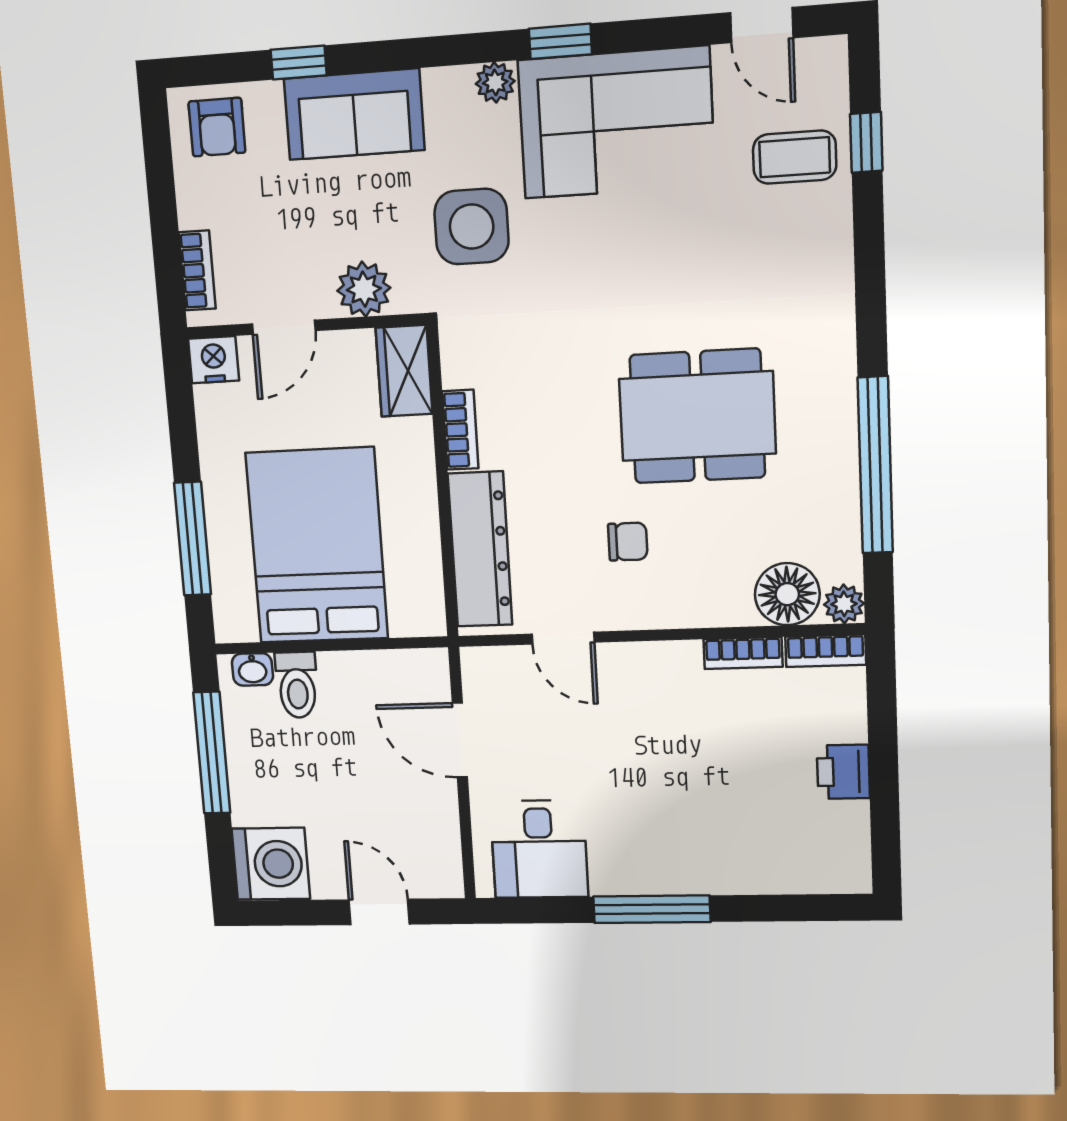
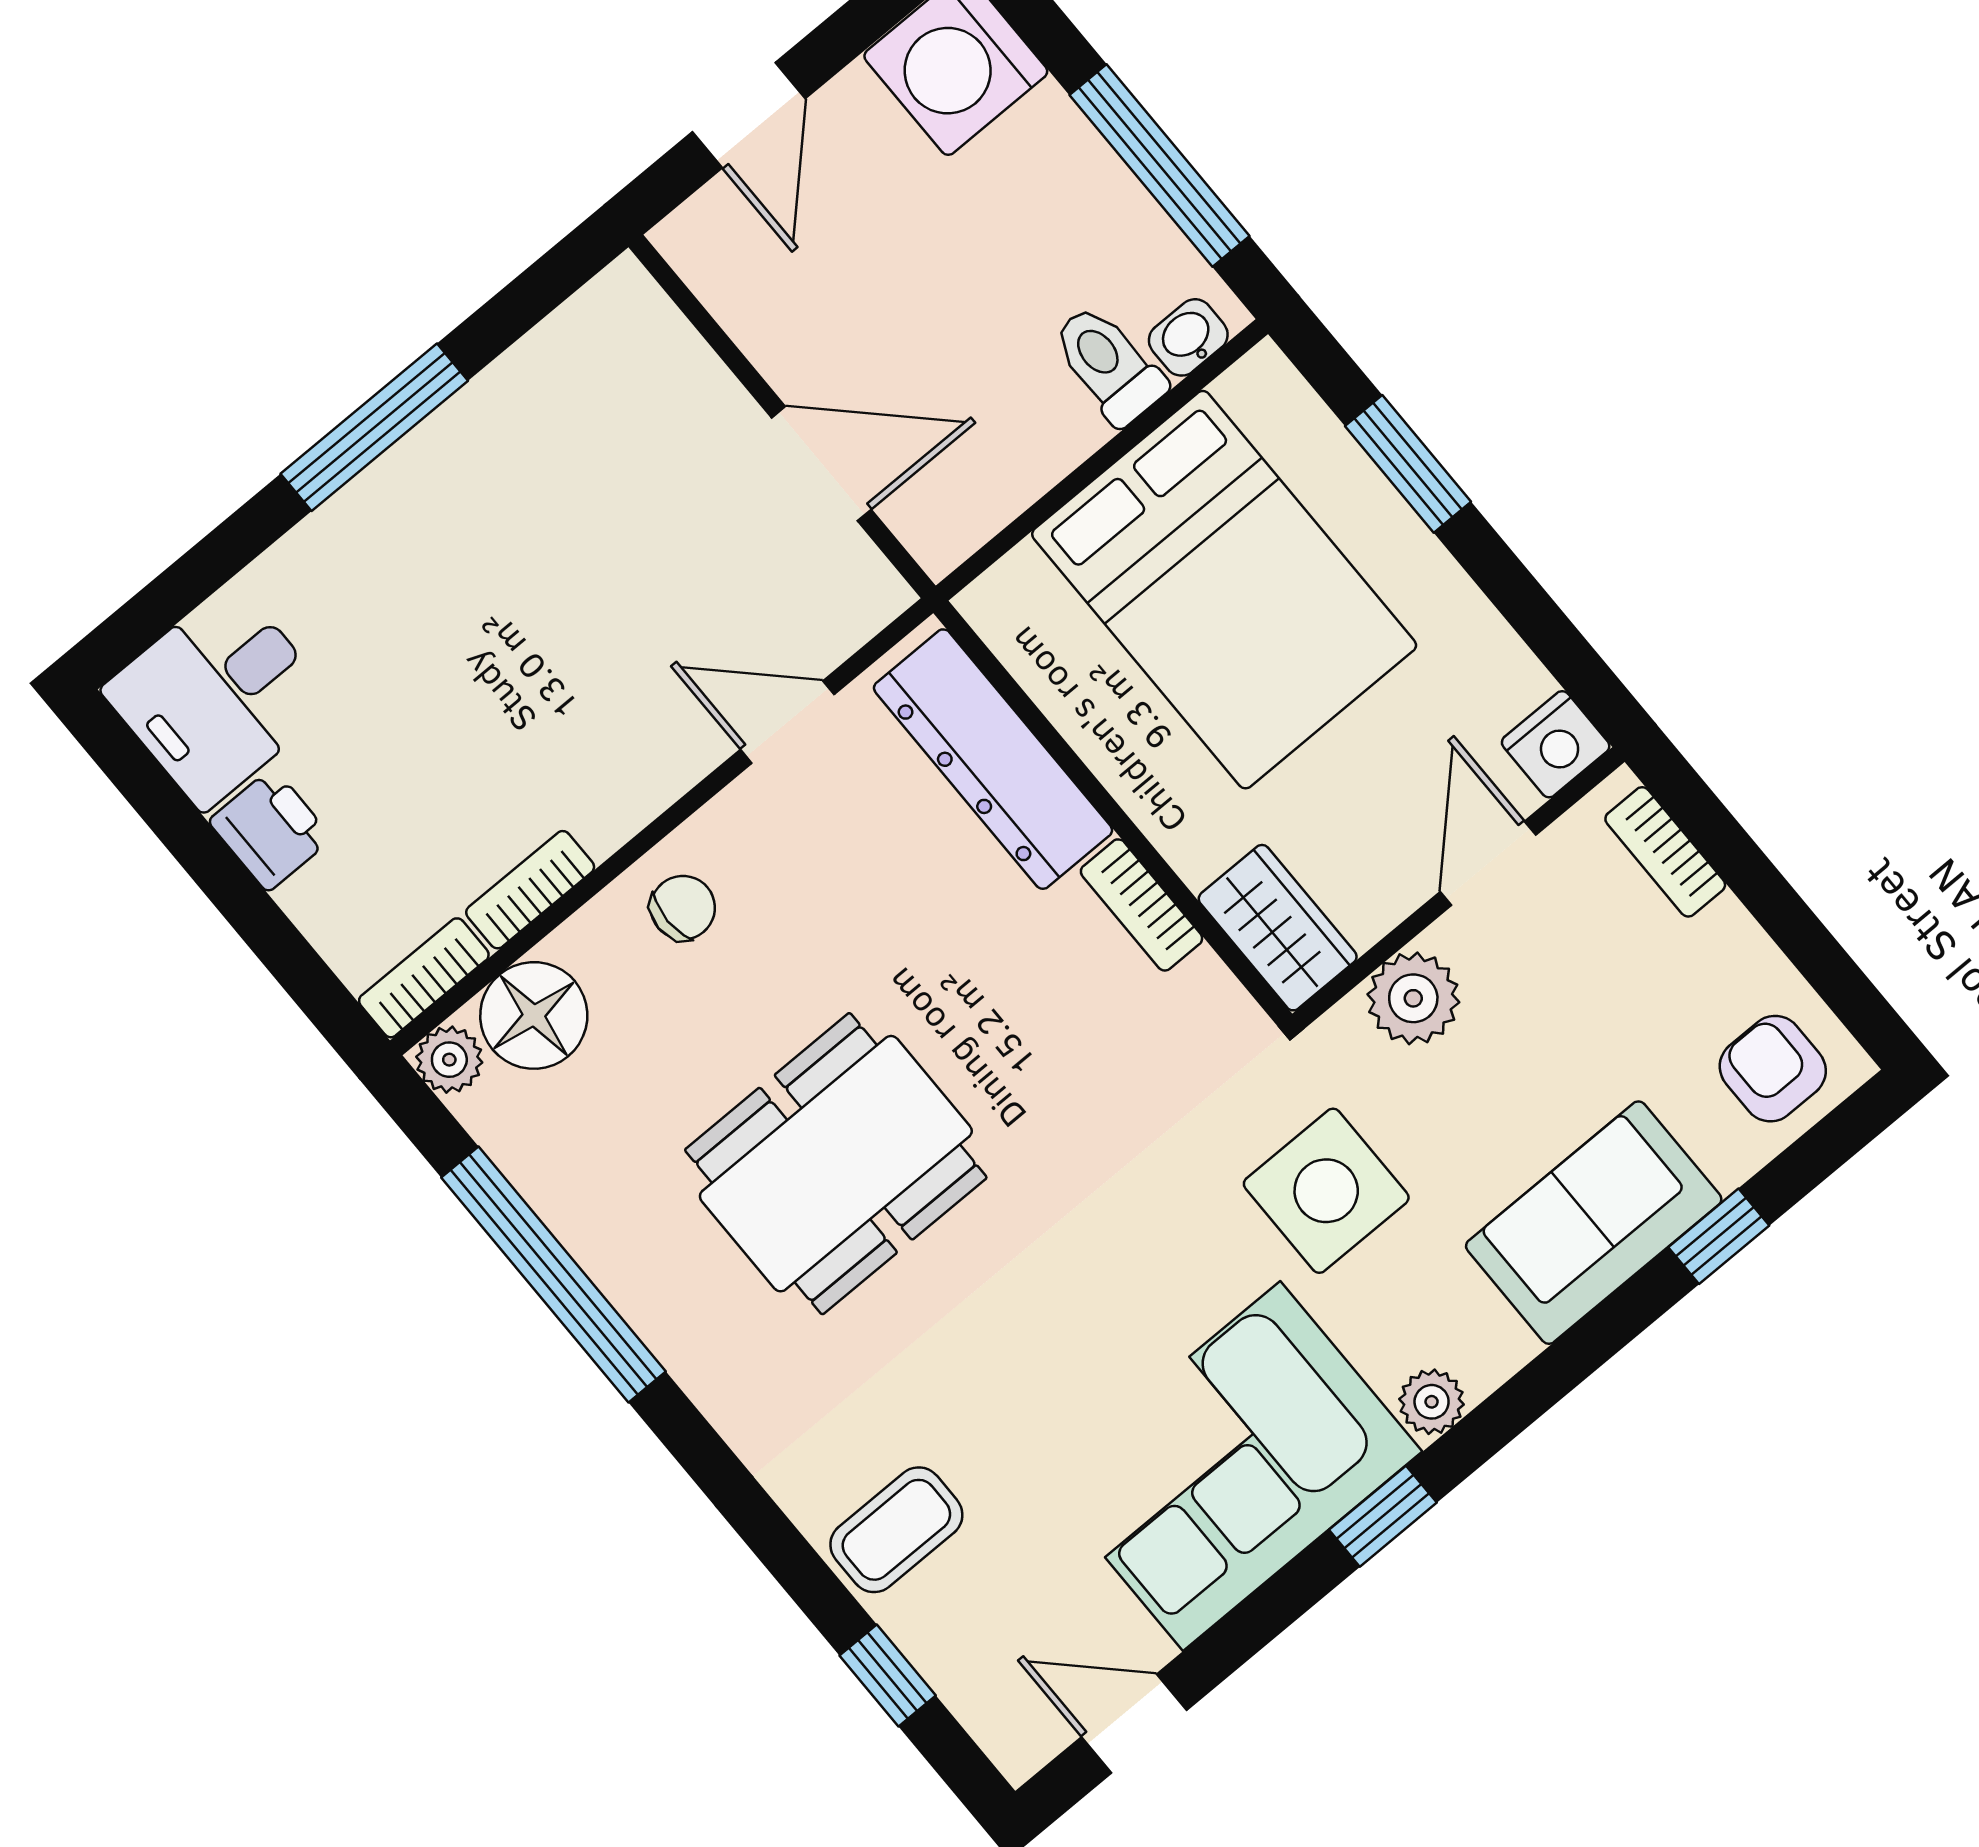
coffee table: (795, 157) -> (896, 1530), moved
window: (193, 539) -> (1408, 464), width x0.69
chair: (628, 542) -> (683, 908), moved, turned 180
desk: (539, 849) -> (218, 696), moved, turned -90
door: (379, 912) -> (749, 115), hinge flipped

